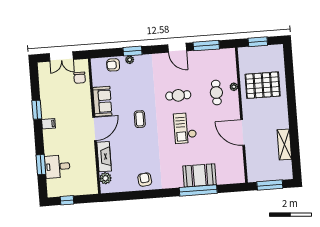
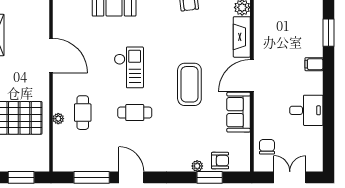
window: (133, 51) -> (210, 177), moved
window: (37, 110) -> (328, 108), removed
coffee table: (140, 119) -> (189, 84), width x1.86, depth x1.72
filing cabinet: (49, 124) -> (314, 64), moved
desk: (57, 167) -> (306, 110), moved

